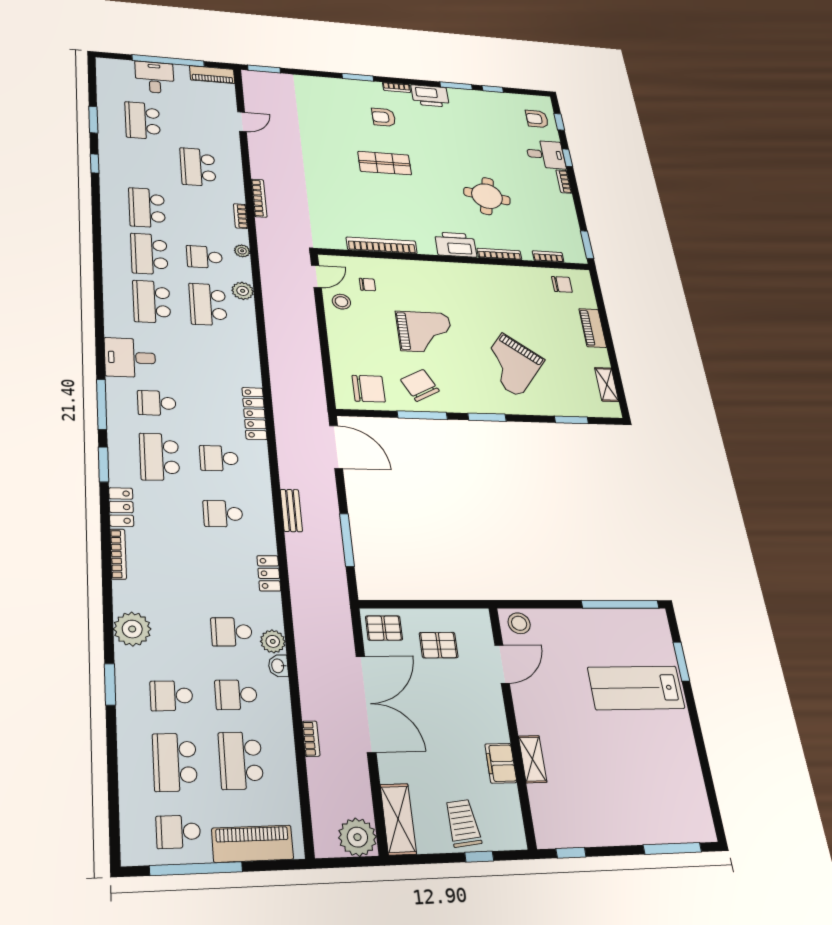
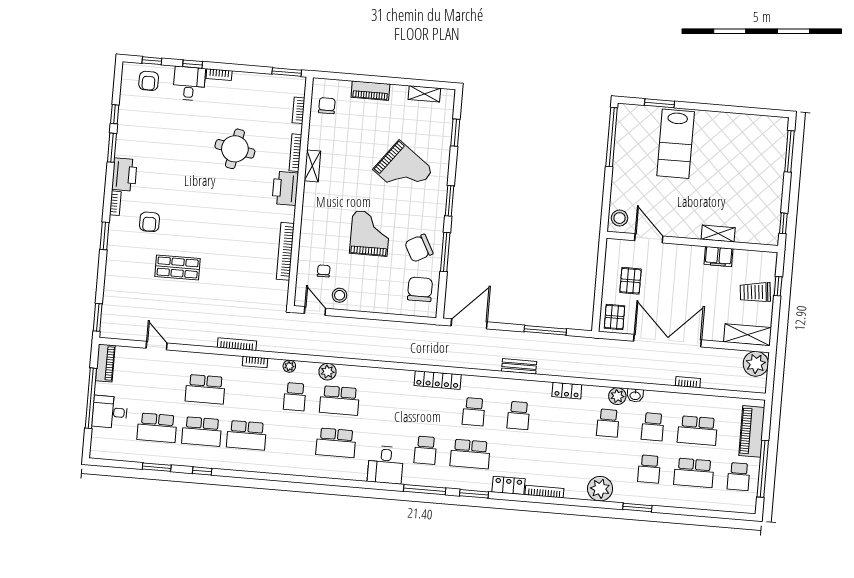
shop shelf: (385, 163) -> (178, 268), moved, turned 90
school desk: (149, 254) -> (202, 431), moved
shelving: (489, 271) -> (312, 166), added

